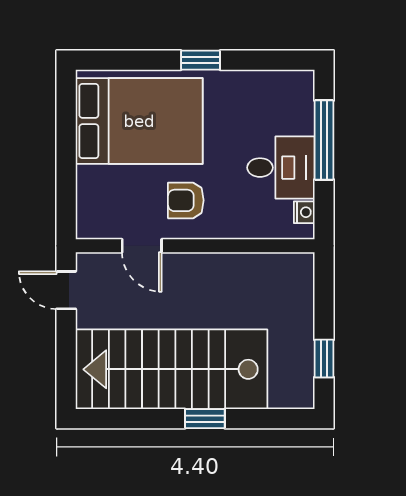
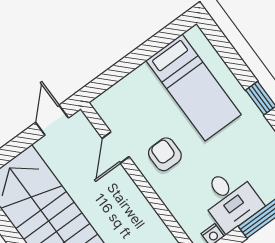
bed: (139, 121) -> (194, 88), width x0.67

